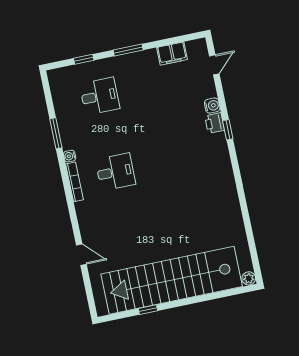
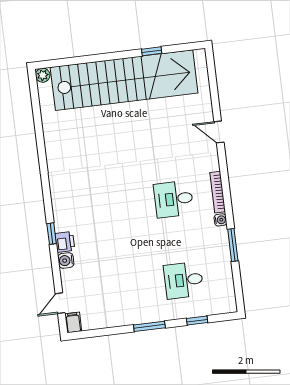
filing cabinet: (172, 54) -> (73, 323), moved, width x0.50
door: (81, 255) -> (219, 132), moved

